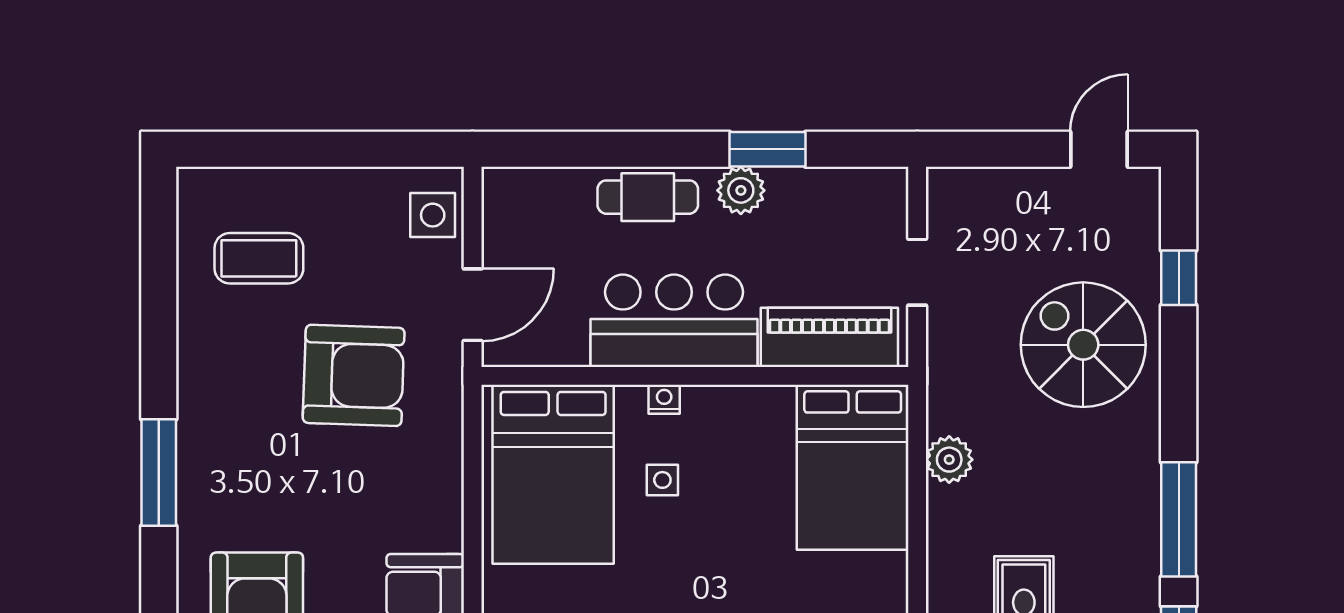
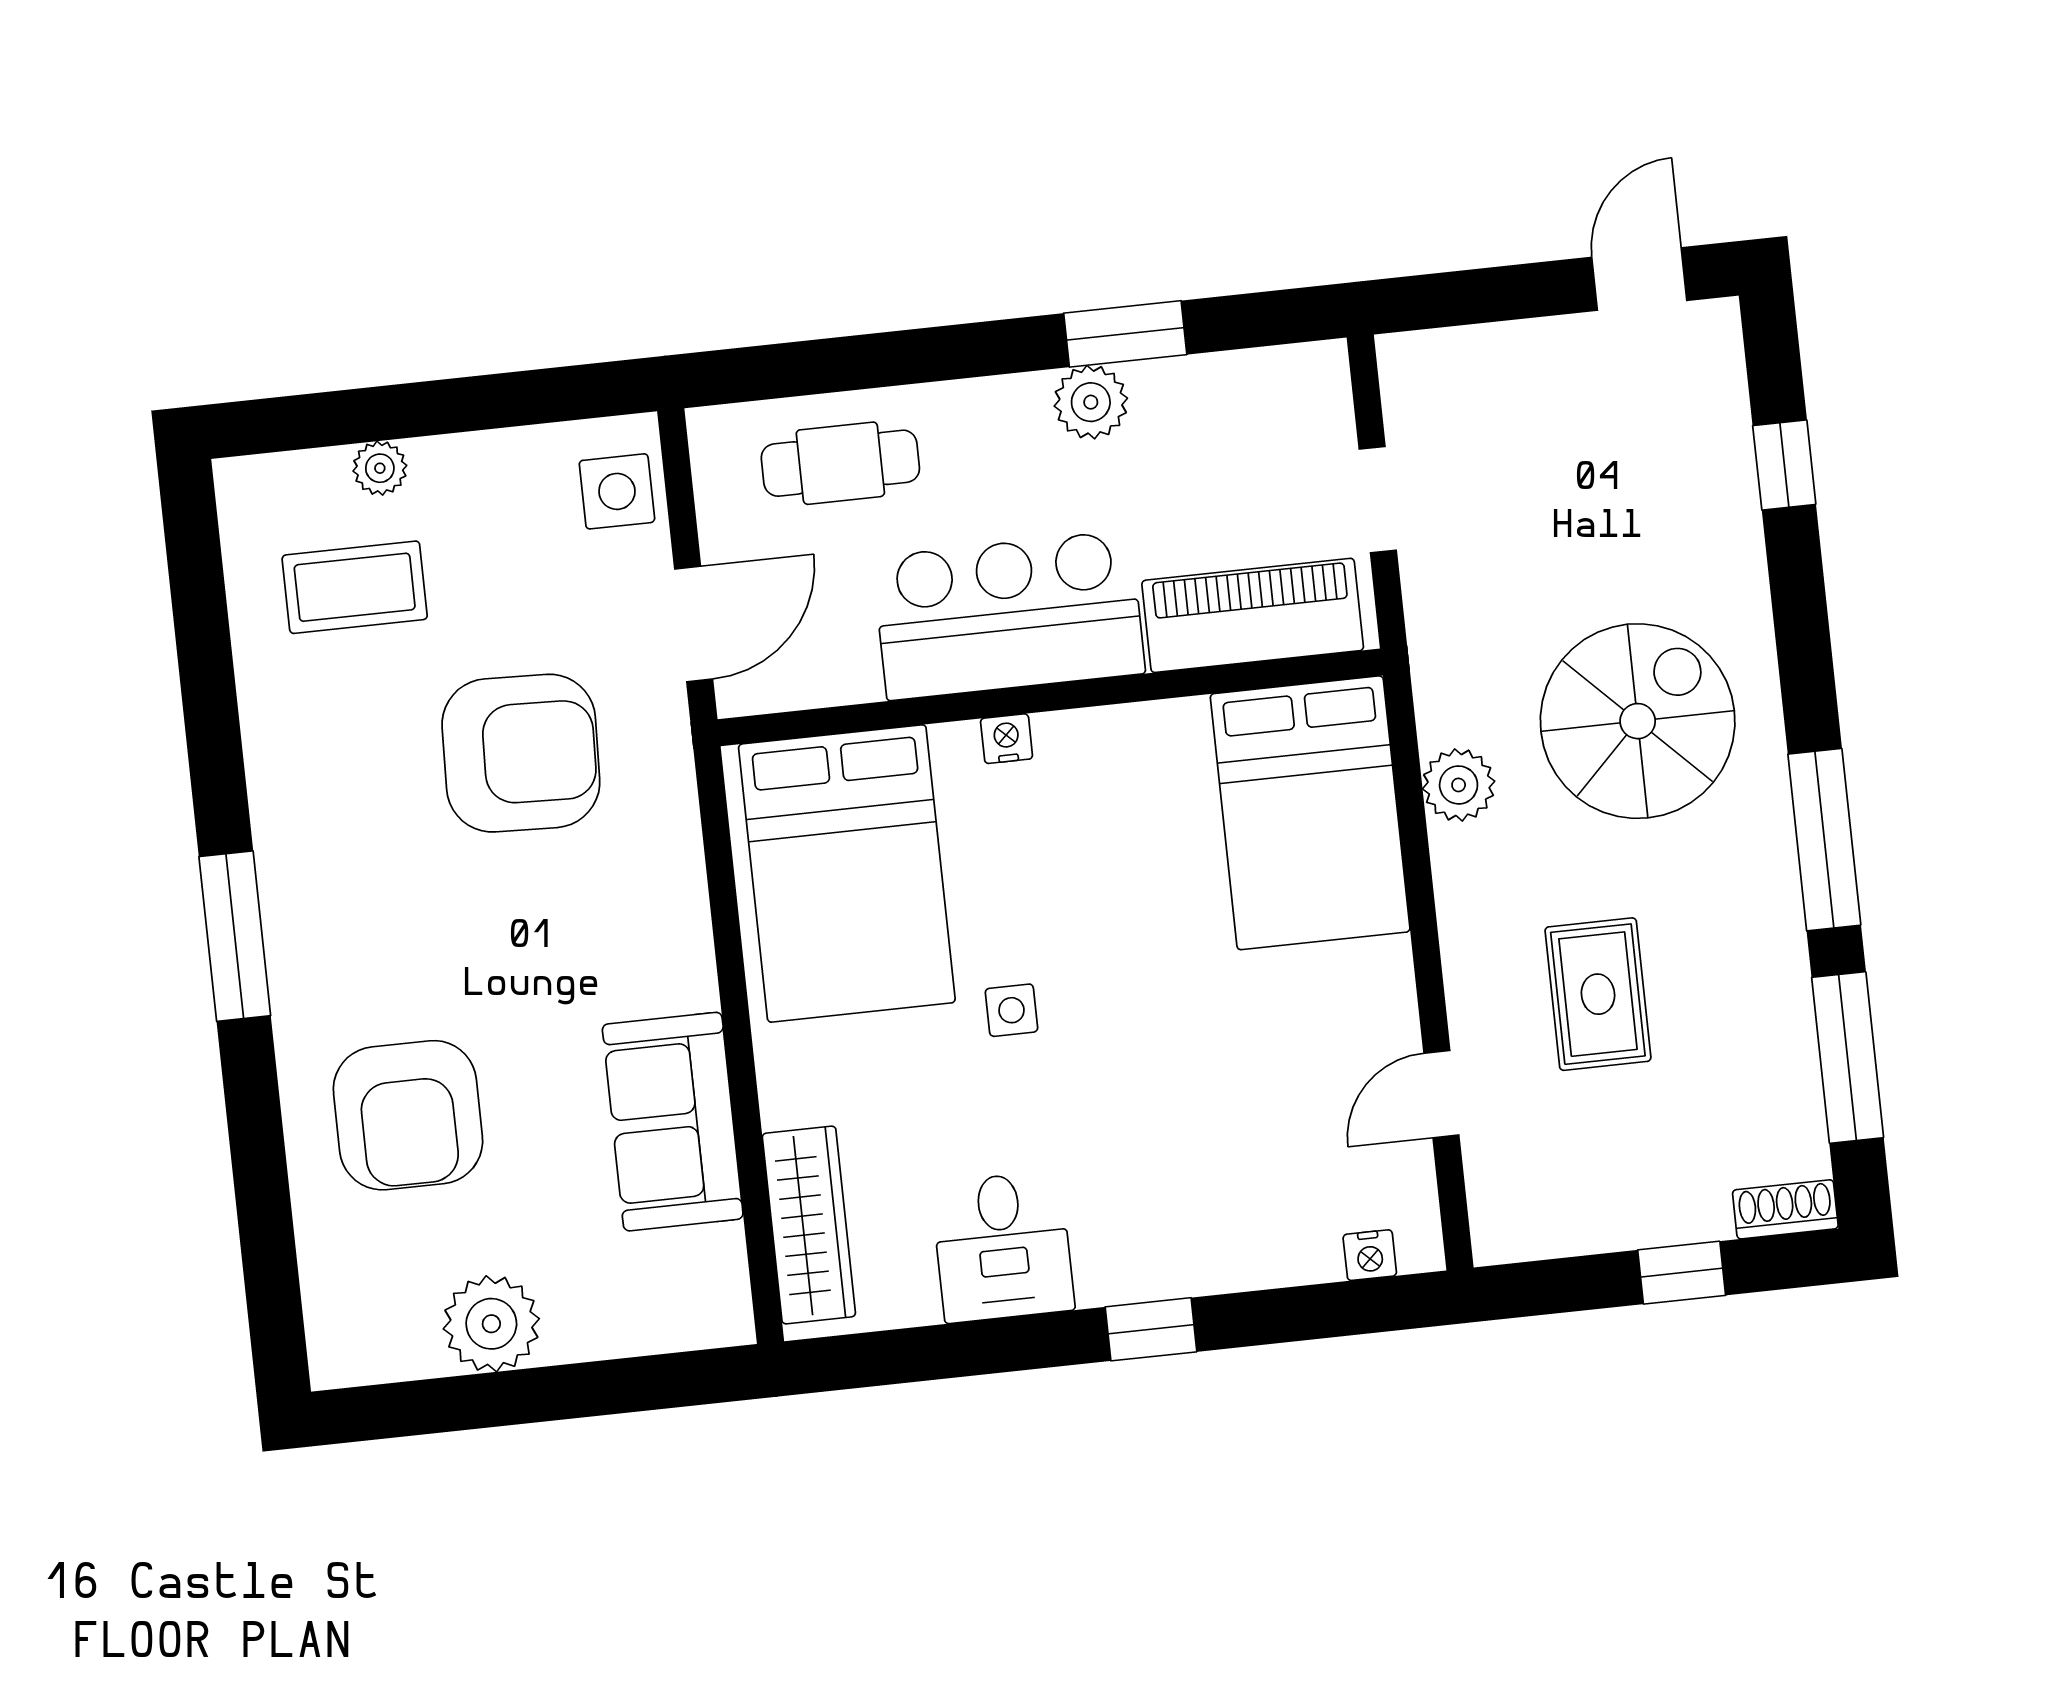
plant: (283, 184) -> (380, 468), added
cafe table: (648, 197) -> (840, 463), moved
spiral stairs: (1083, 345) -> (1638, 721), moved, turned 90
side table: (662, 480) -> (1011, 1010), moved

